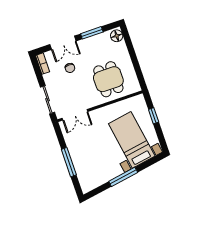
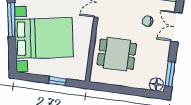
window: (92, 33) -> (170, 74), moved
bed with nightstands: (132, 140) -> (44, 38), width x1.36

